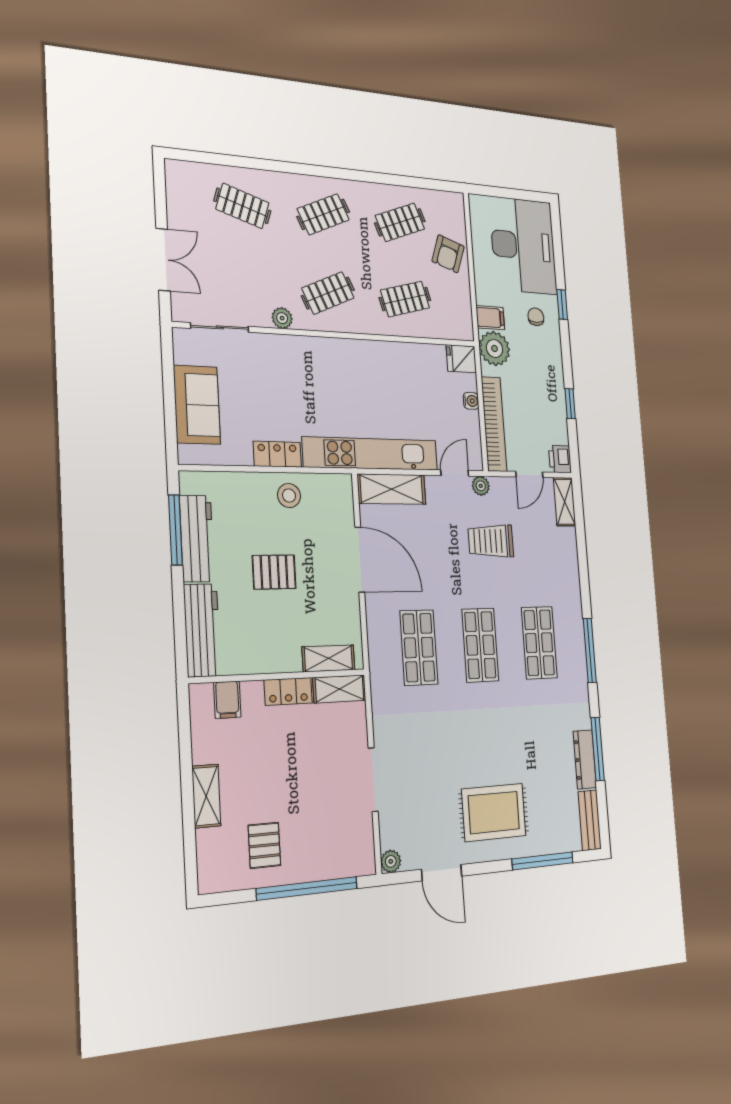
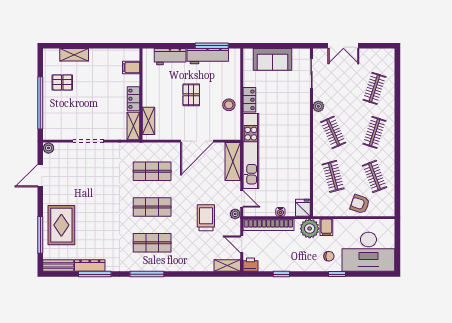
clothes rail: (323, 214) -> (374, 132), turned 42
workbench: (202, 630) -> (170, 57), width x0.73
shelving: (206, 796) -> (74, 55), moved
rug: (494, 812) -> (61, 225), moved

